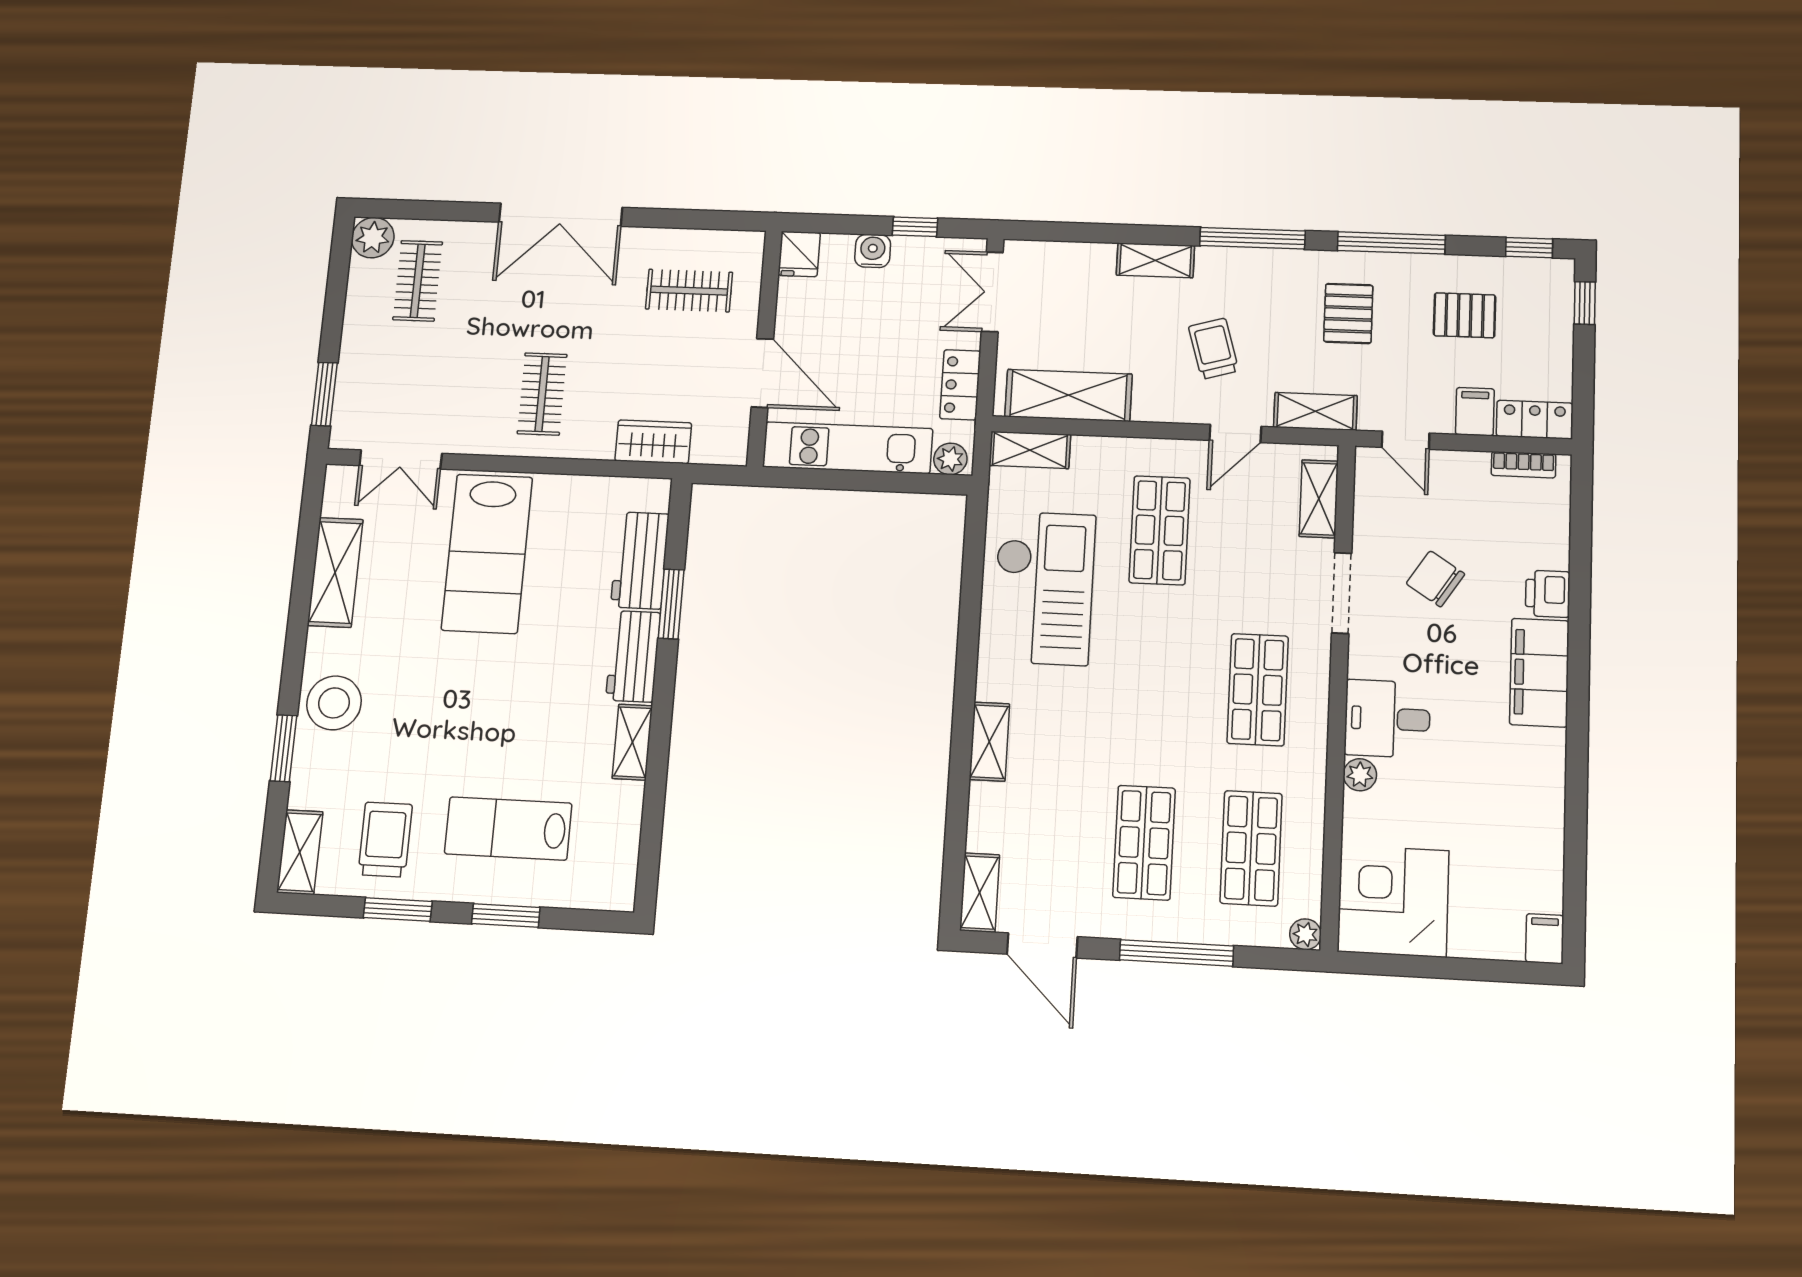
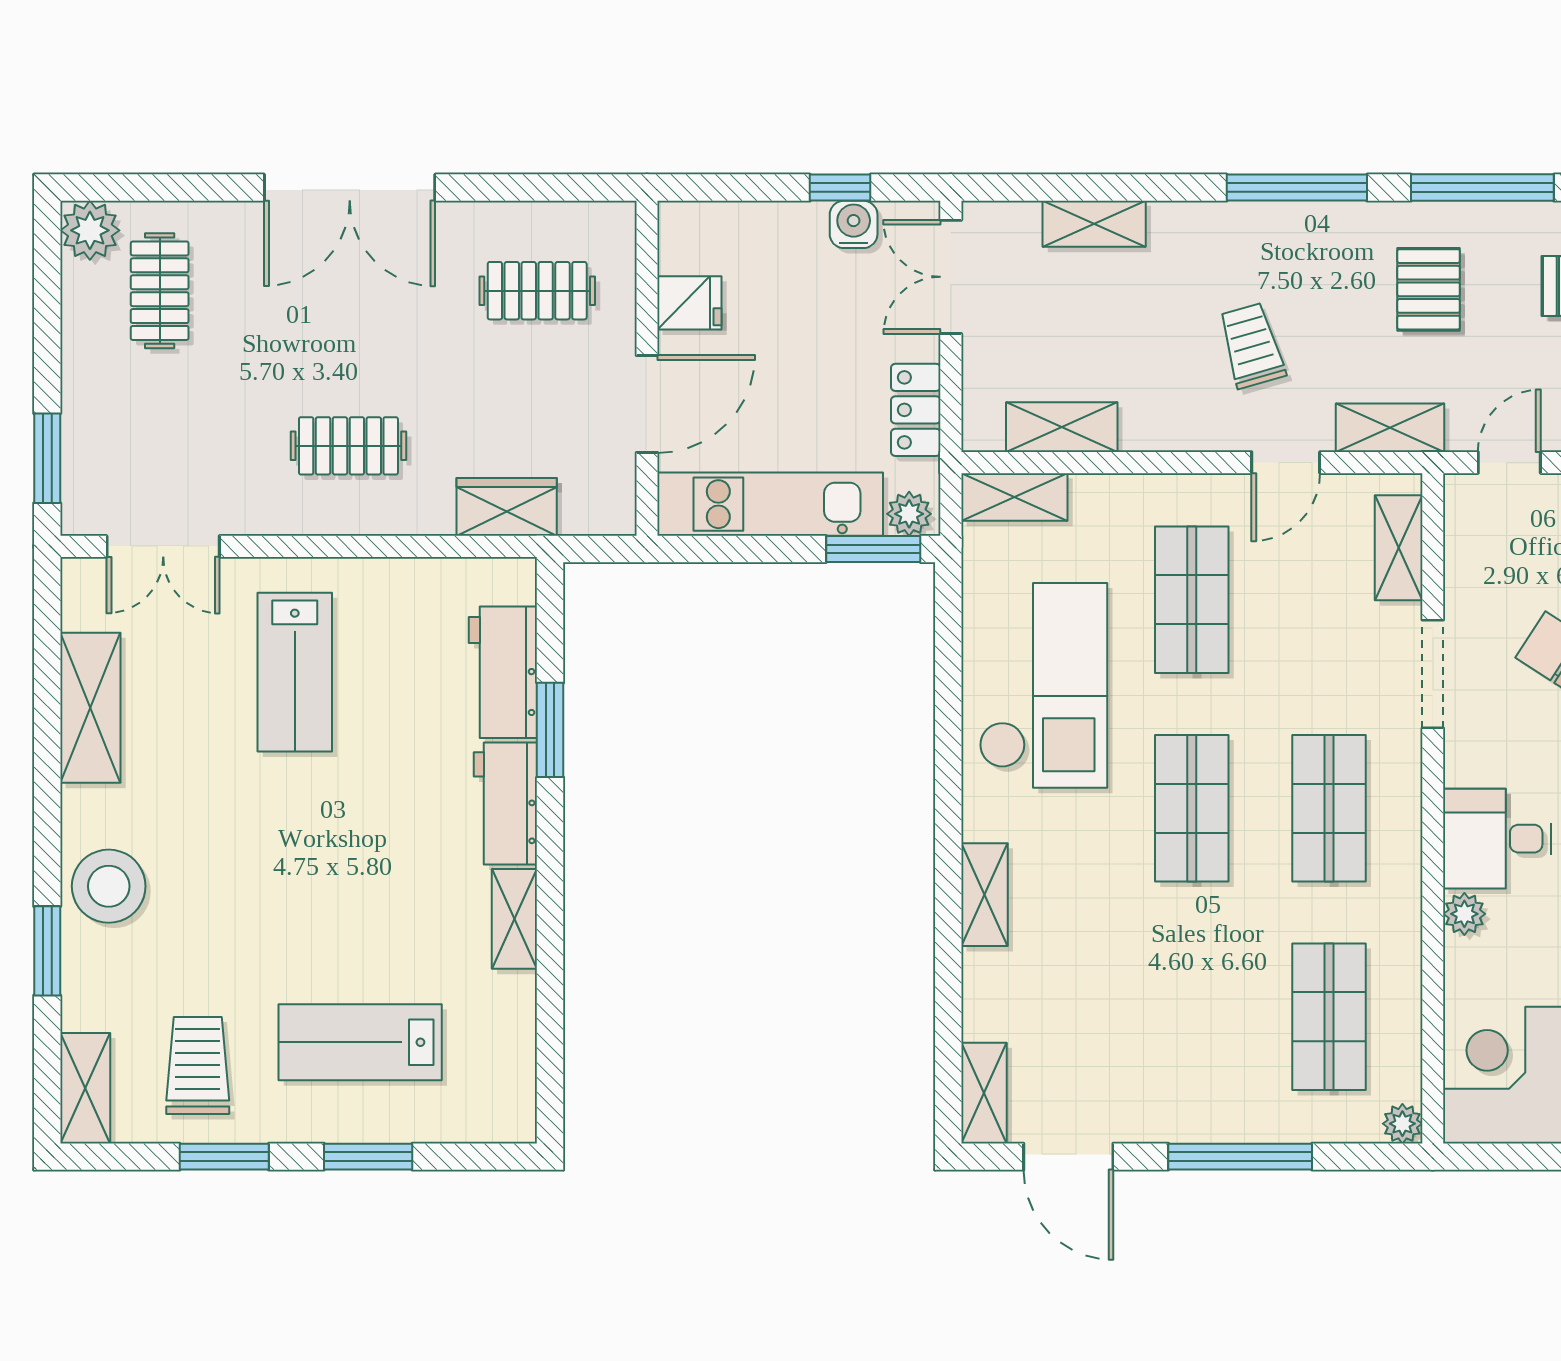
water cooler: (873, 251) -> (854, 224), moved
fridge: (799, 254) -> (689, 303), moved, turned -90
shelving: (1155, 260) -> (1094, 224), moved
door: (762, 373) -> (647, 404), hinge flipped
clothes rail: (542, 394) -> (348, 446), turned 90
shelving: (1069, 395) -> (1062, 427), width x0.67, depth x0.75
door: (1405, 440) -> (1509, 463), swing flipped
window: (922, 483) -> (873, 549), added
lab bench: (487, 553) -> (295, 672), width x0.73, depth x0.72
shop shelf: (1144, 843) -> (1192, 808), moved

